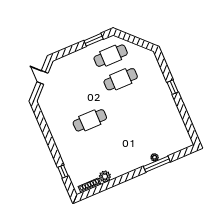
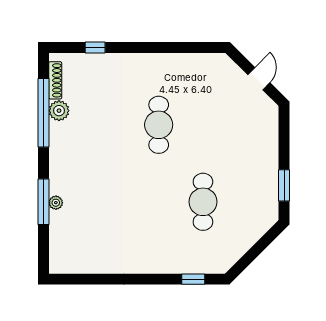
cafe table: (111, 56) -> (247, 202), removed
door: (43, 77) -> (259, 79), hinge flipped
window: (173, 87) -> (193, 279), moved
window: (109, 184) -> (43, 113), added

